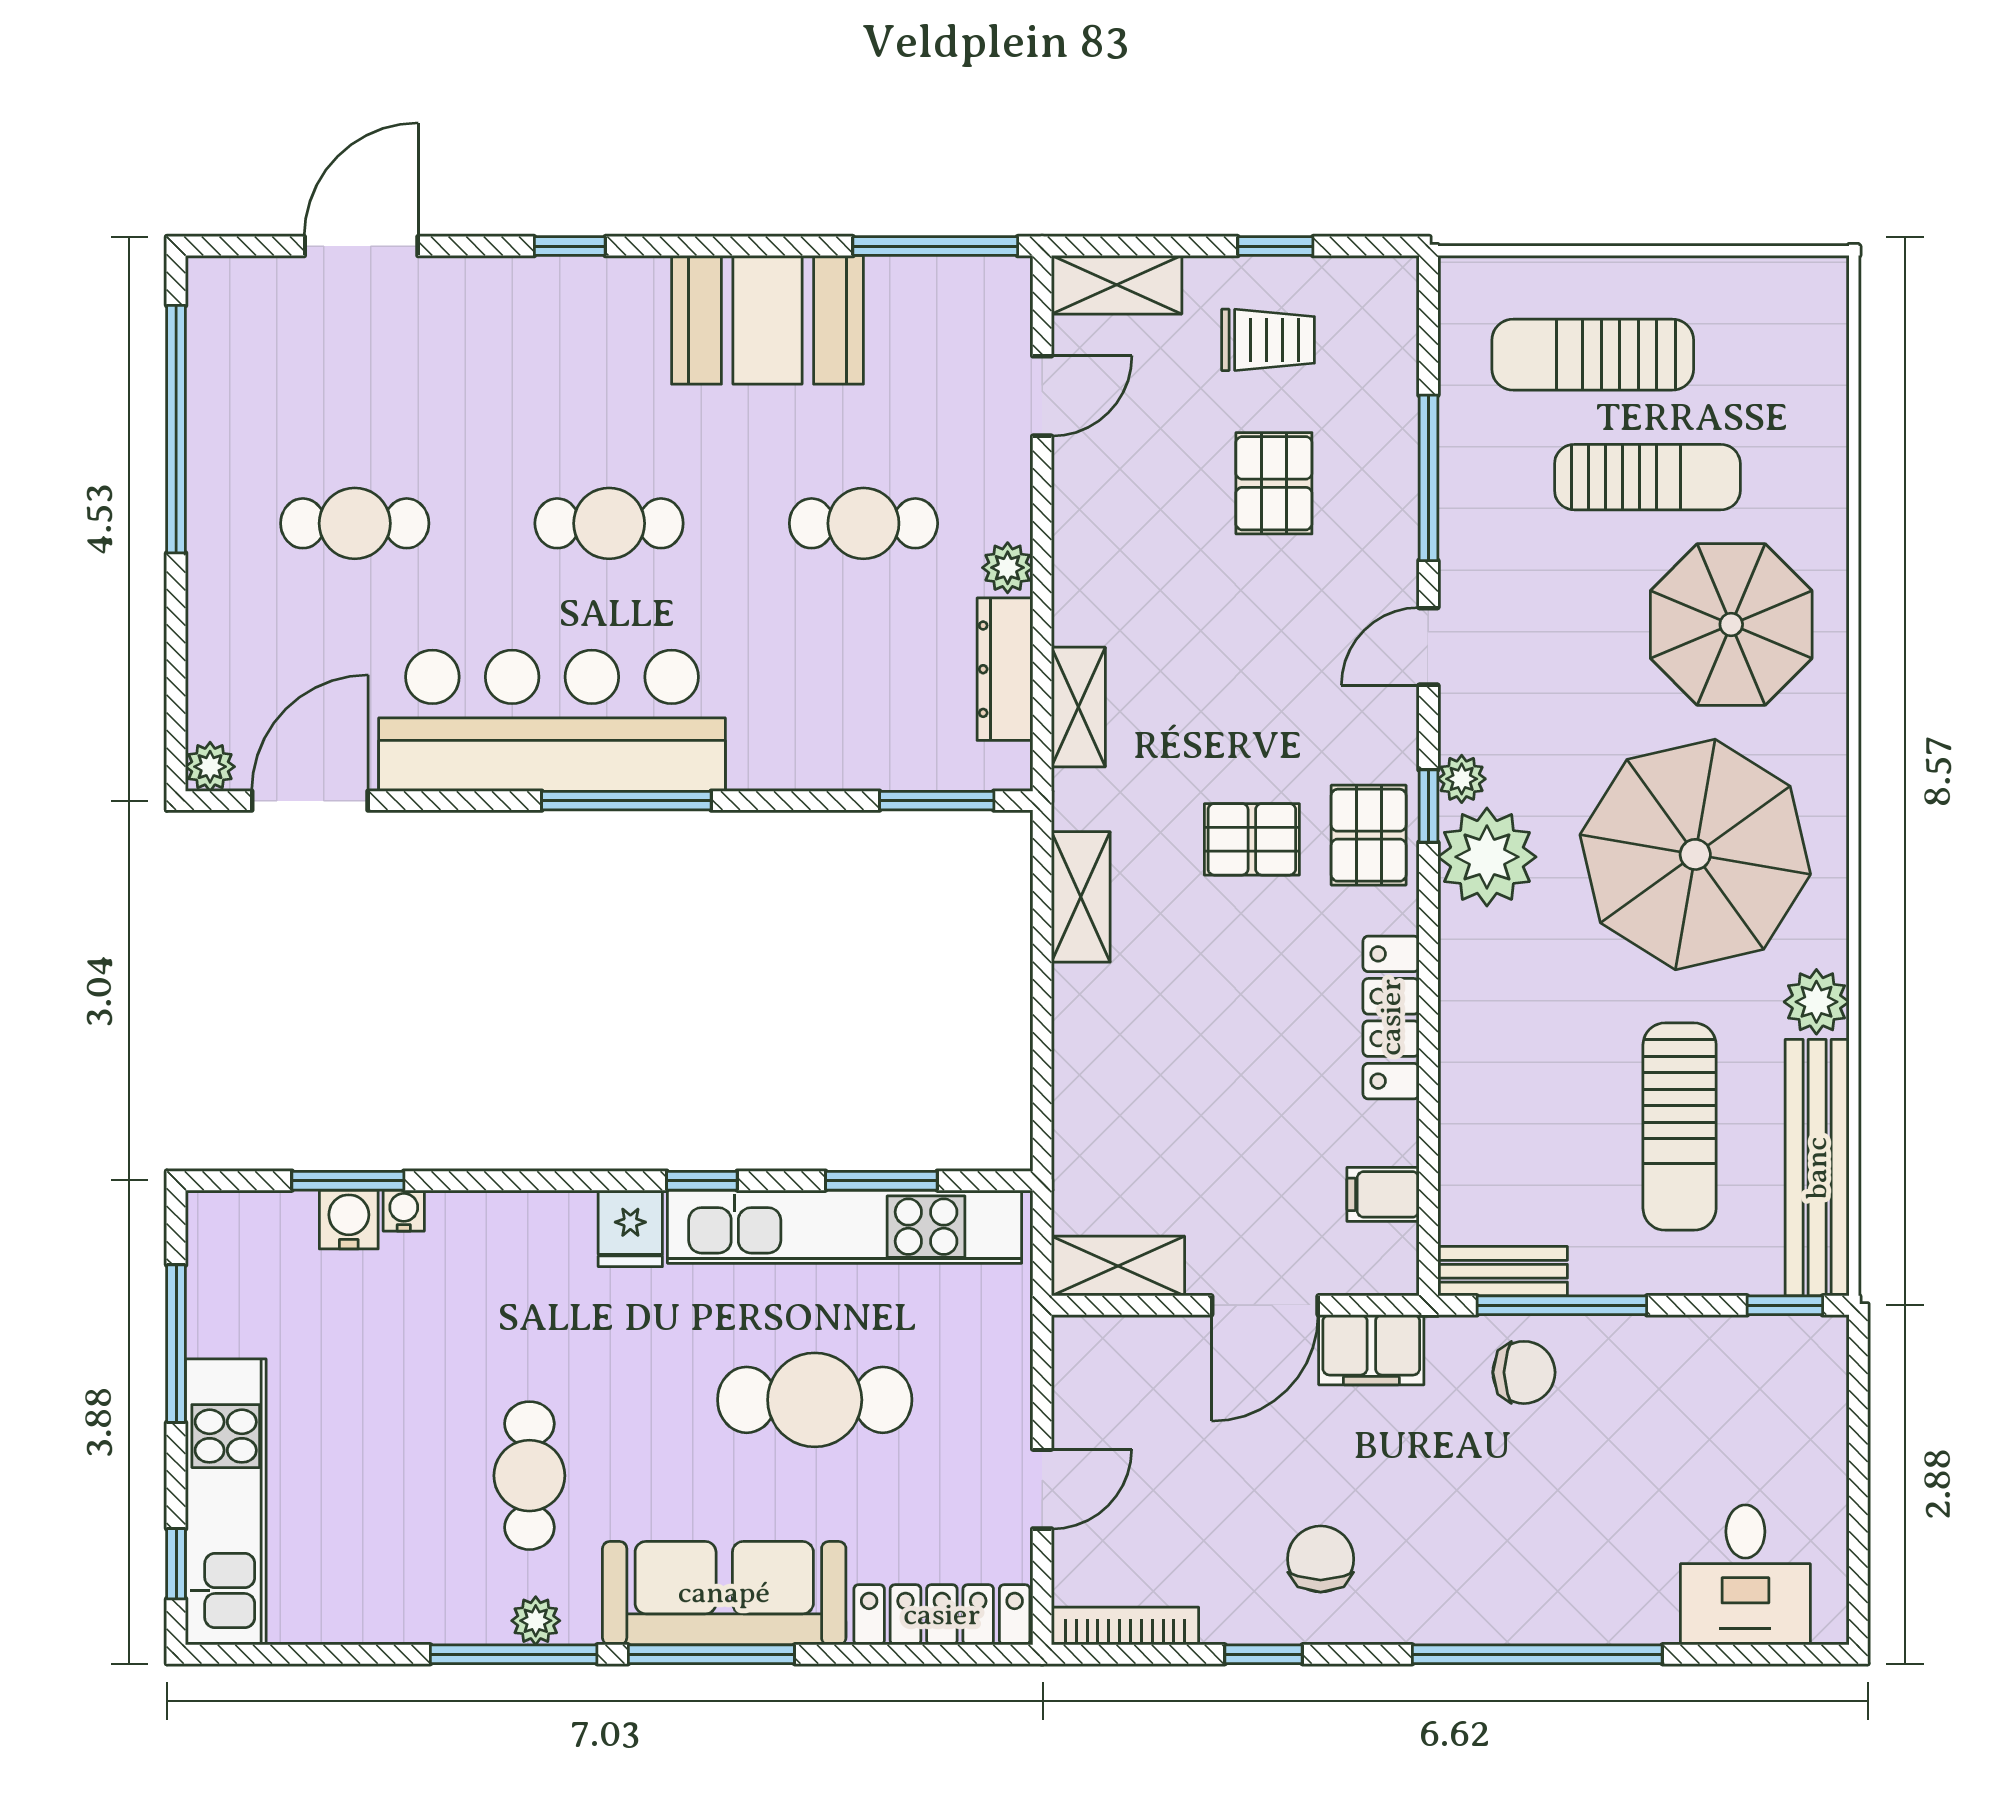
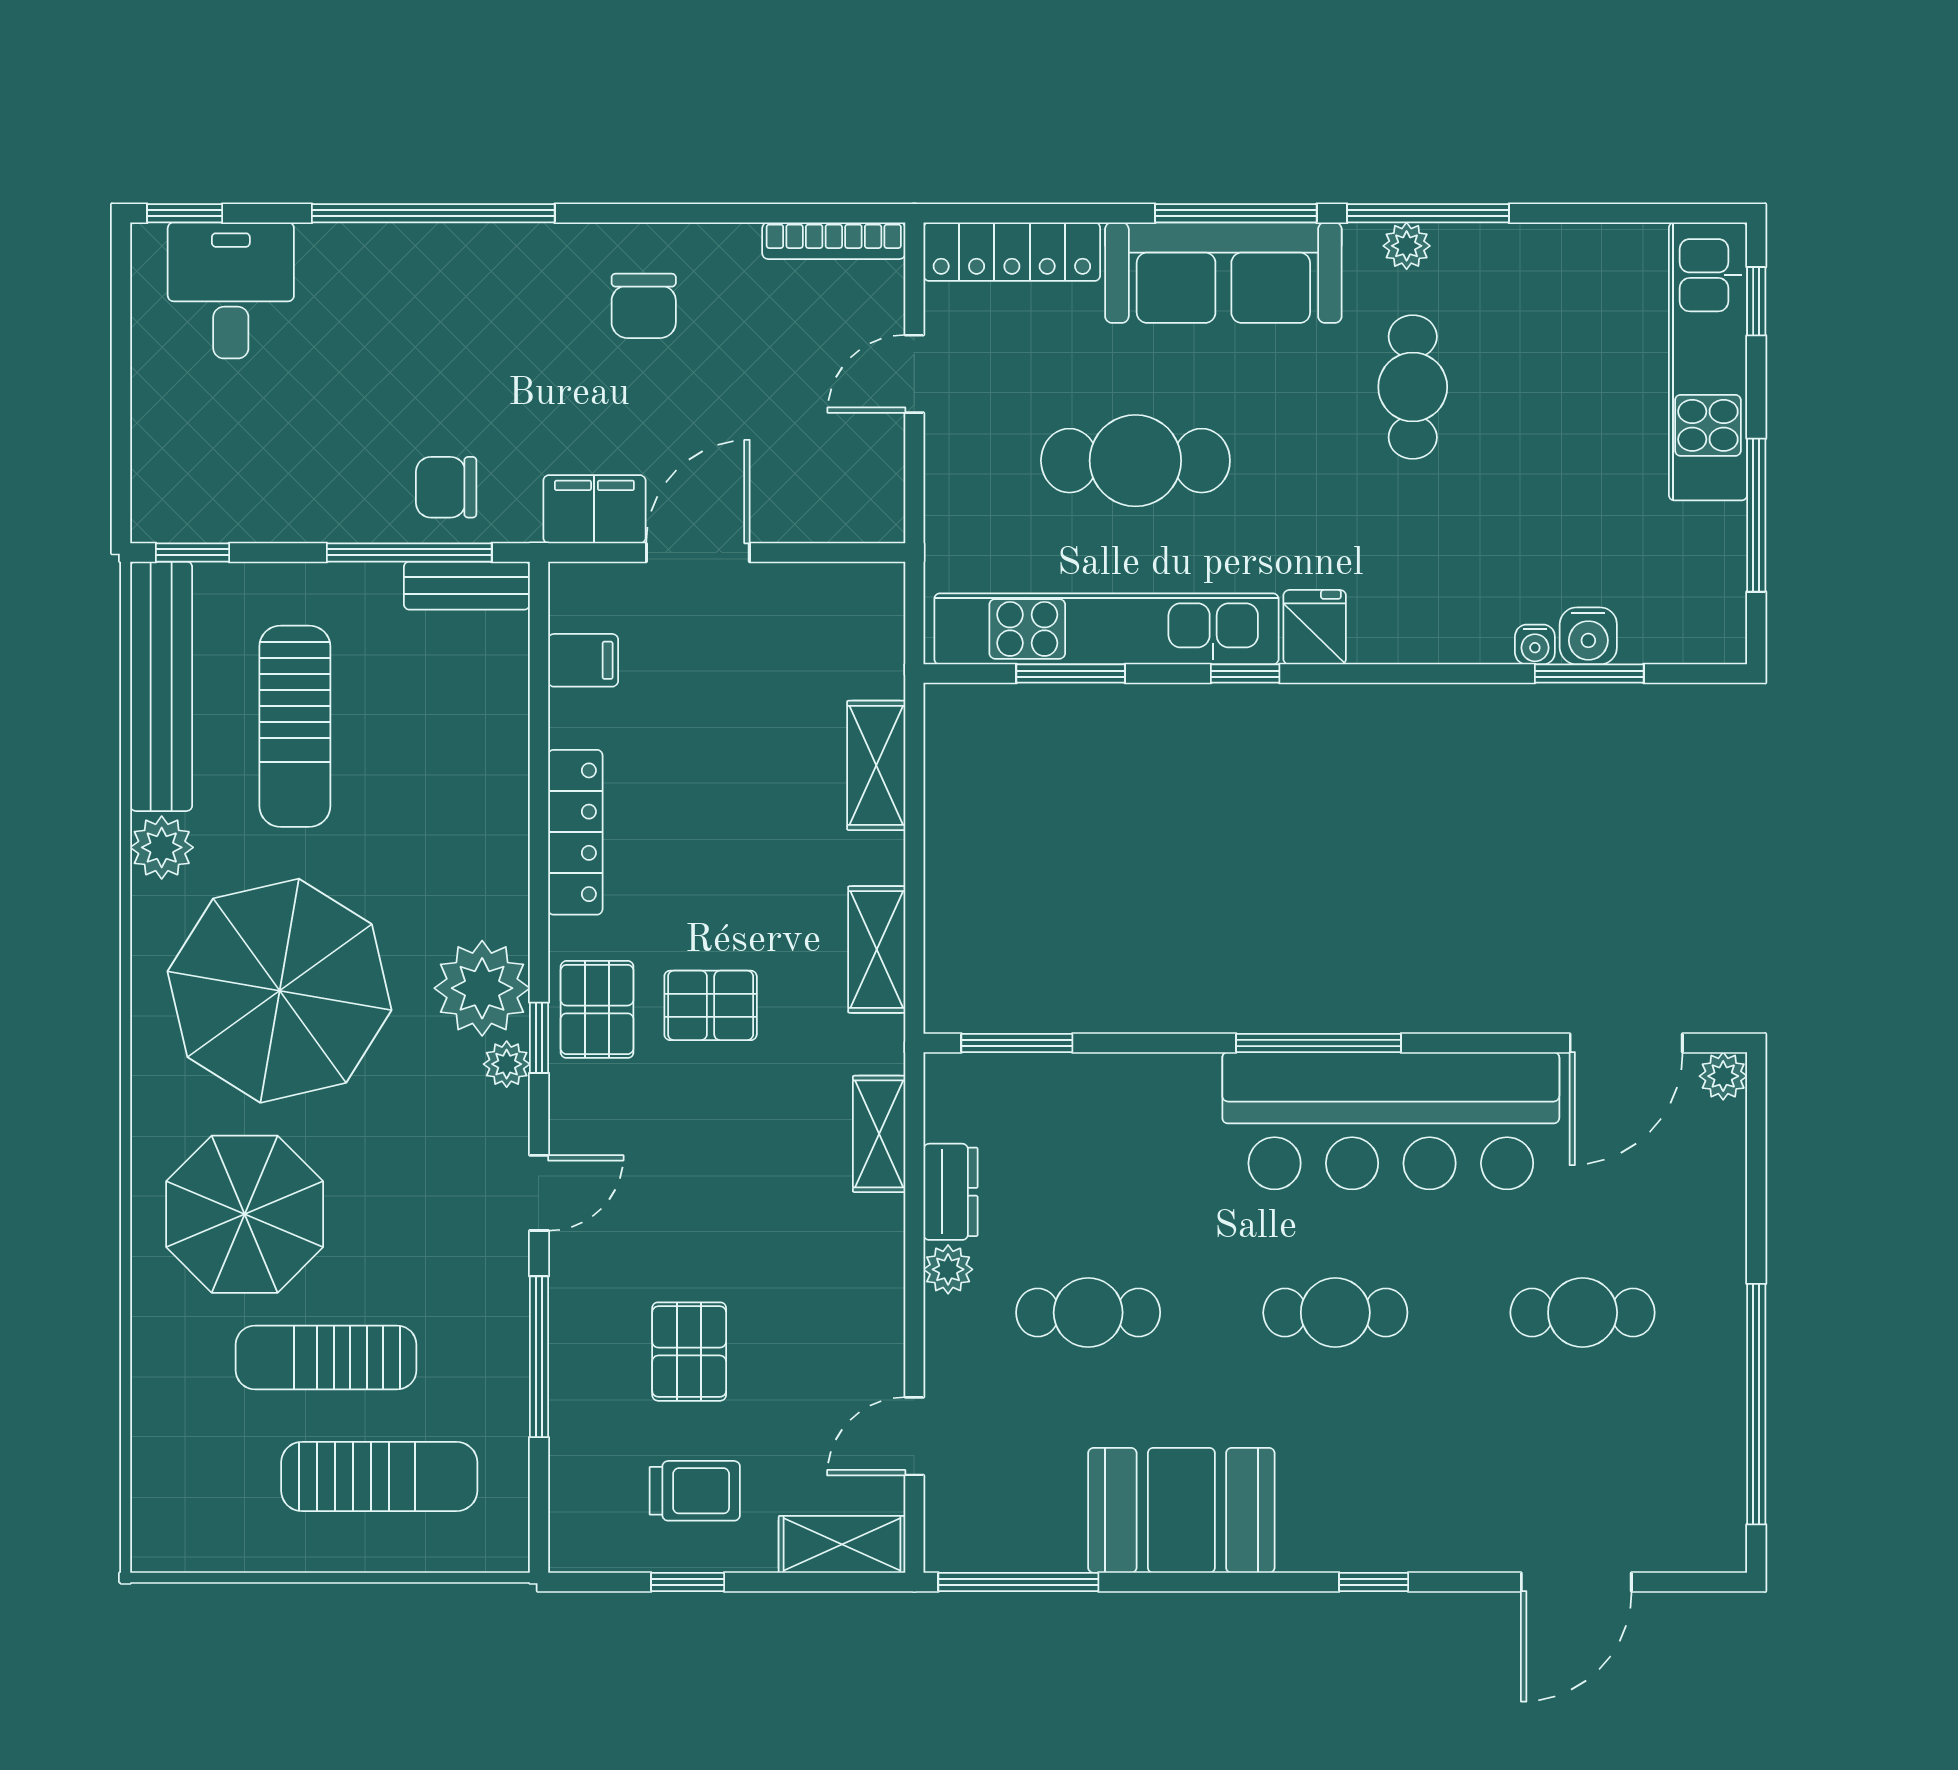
trolley: (1268, 340) -> (695, 1491), turned 180
dresser: (1005, 669) -> (951, 1192), width x0.70
sun lounger: (1680, 1127) -> (295, 726), turned 180
shelving: (1118, 1266) -> (876, 765), moved, turned 90
window: (1264, 1654) -> (185, 213), moved

